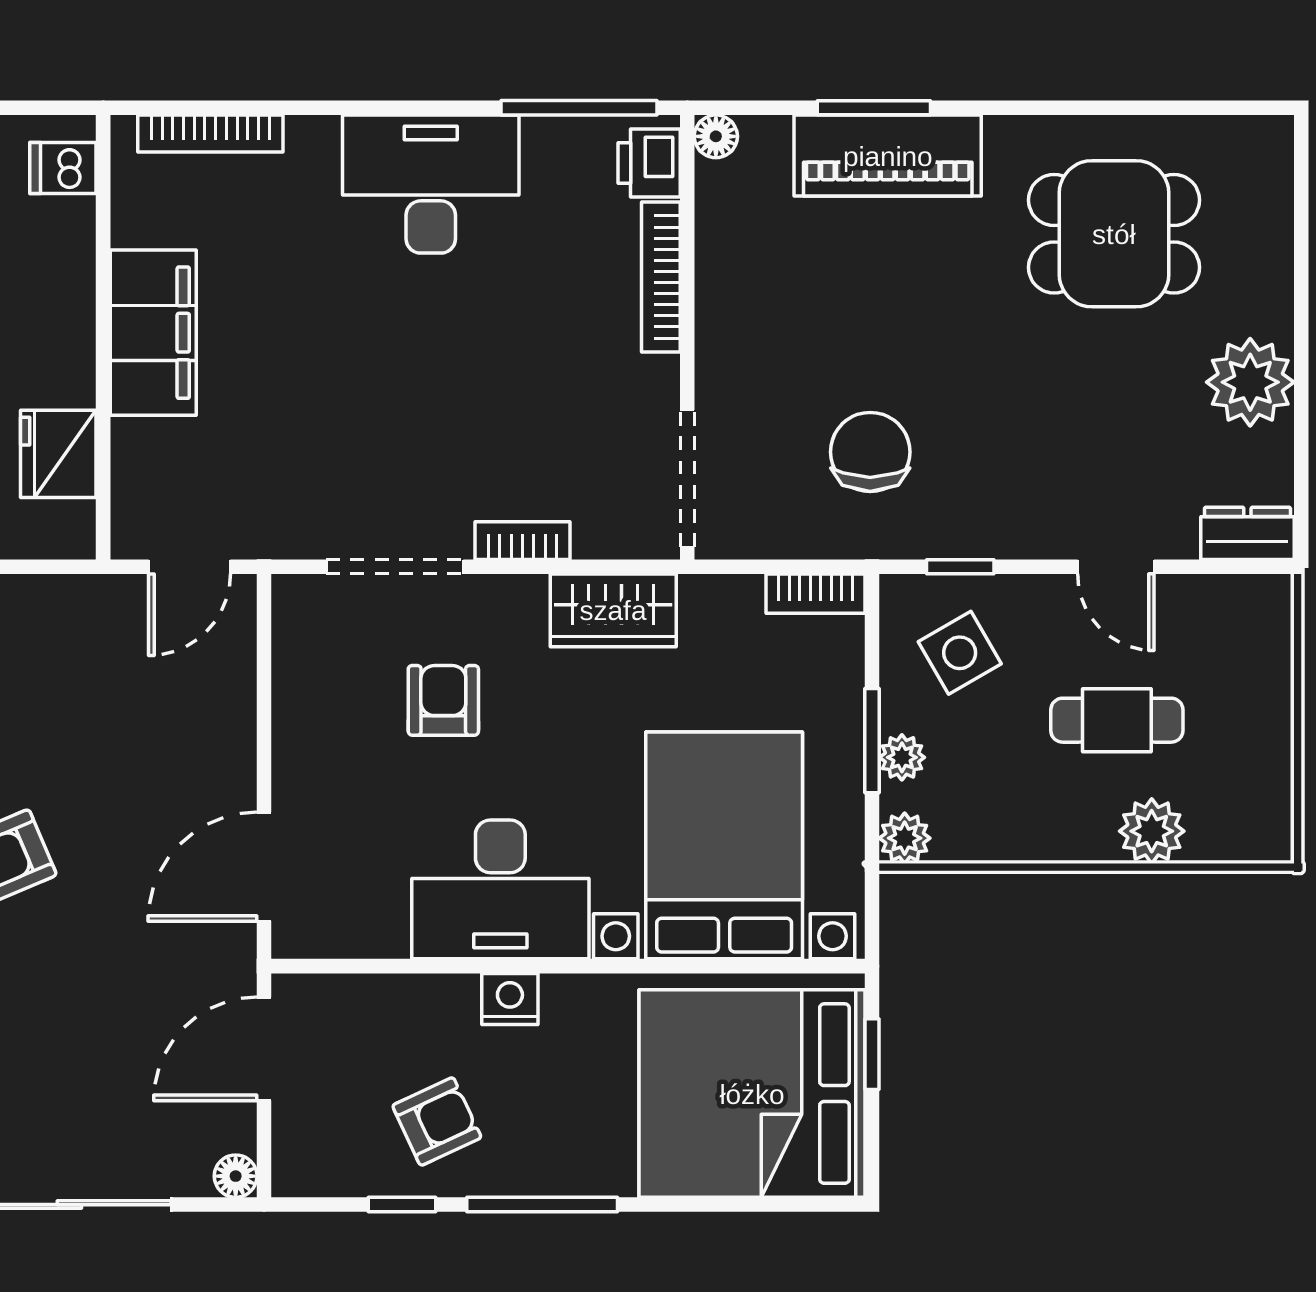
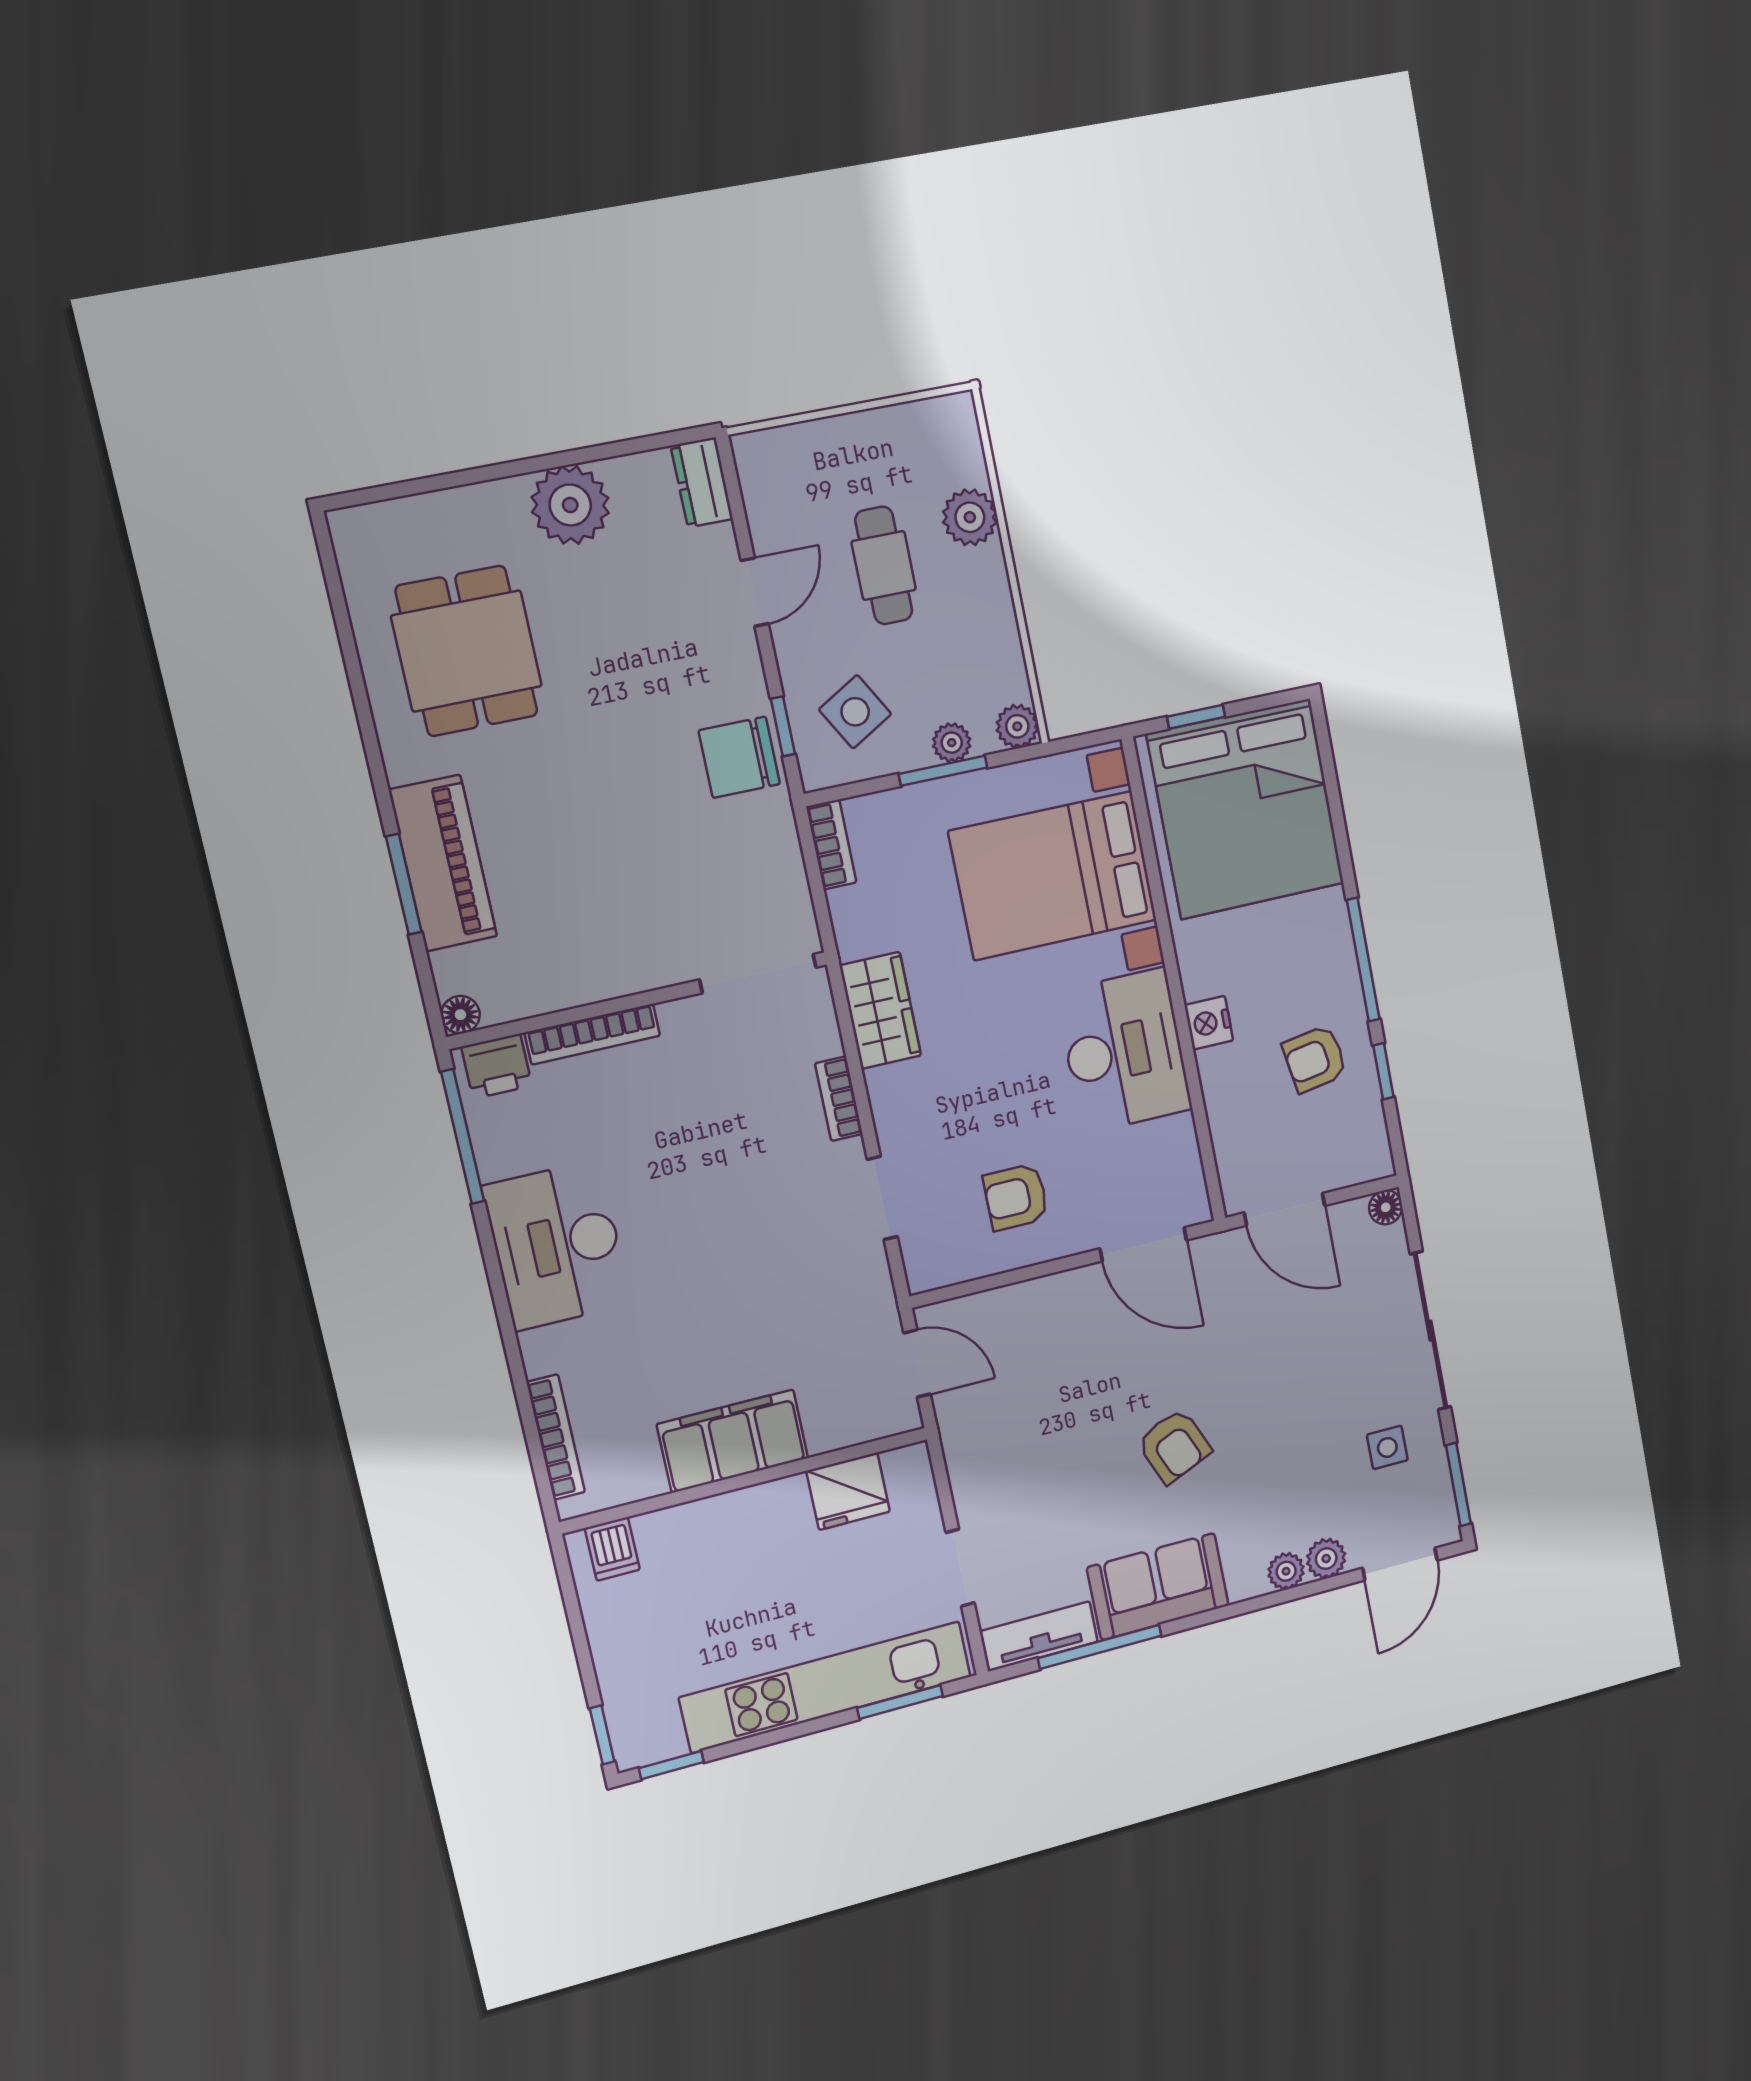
chair: (870, 452) -> (739, 757), moved
doorway: (395, 567) -> (882, 1198), width x0.73
armchair: (443, 700) -> (1016, 1197), moved
armchair: (437, 1121) -> (1315, 1059), turned -74

